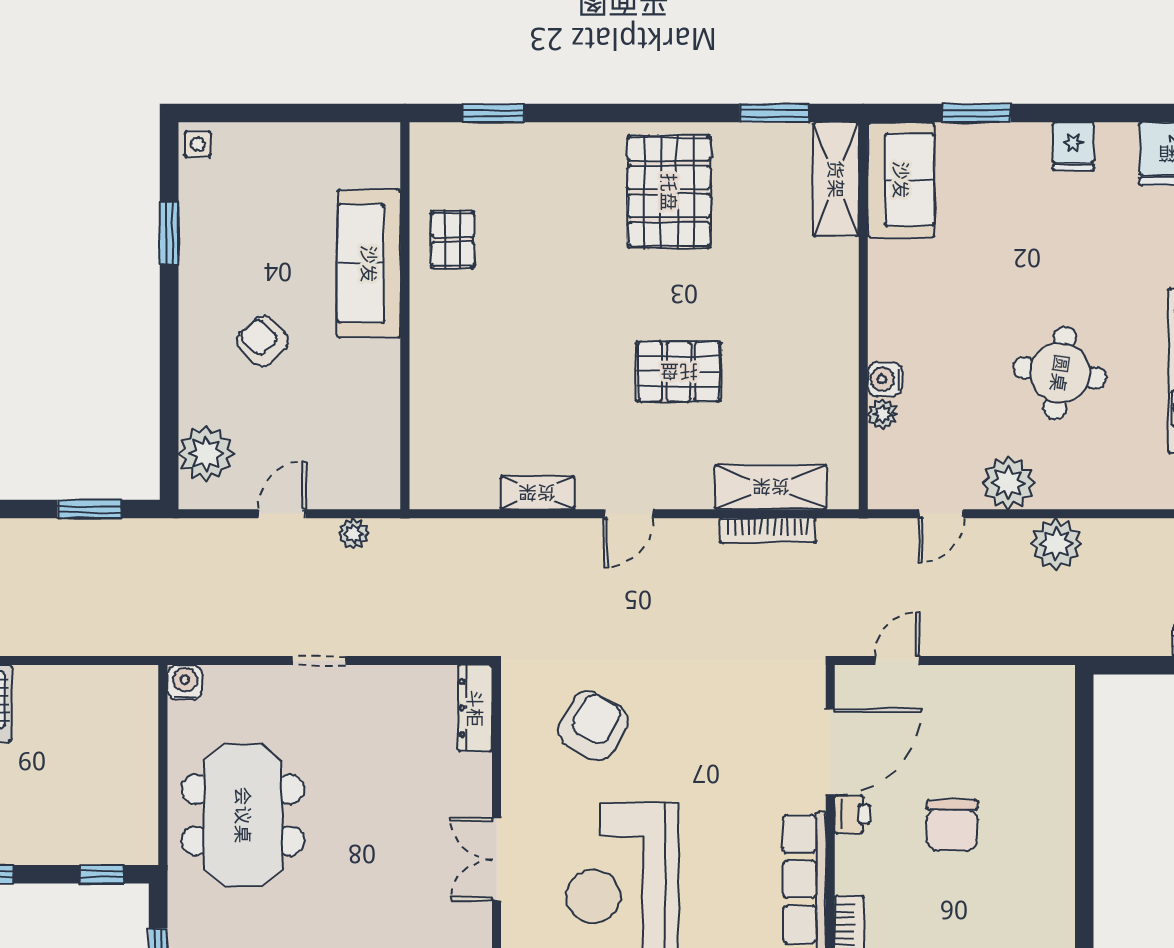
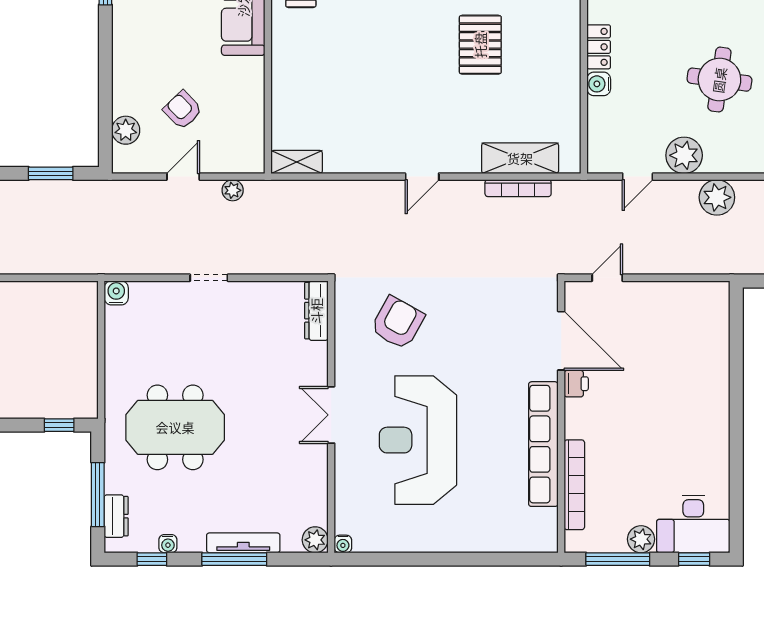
locker: (885, 325) -> (599, 47), added
armchair: (262, 341) -> (183, 110), moved
pallet: (679, 372) -> (480, 45), moved, turned 90
plant: (883, 414) -> (597, 108), removed
plant: (206, 454) -> (126, 130), width x0.73, depth x0.73
shelving: (537, 493) -> (297, 162), moved
door: (830, 752) -> (561, 341), hinge flipped
meeting table: (243, 815) -> (175, 427), moved, turned 90
chair: (952, 825) -> (645, 391), removed

